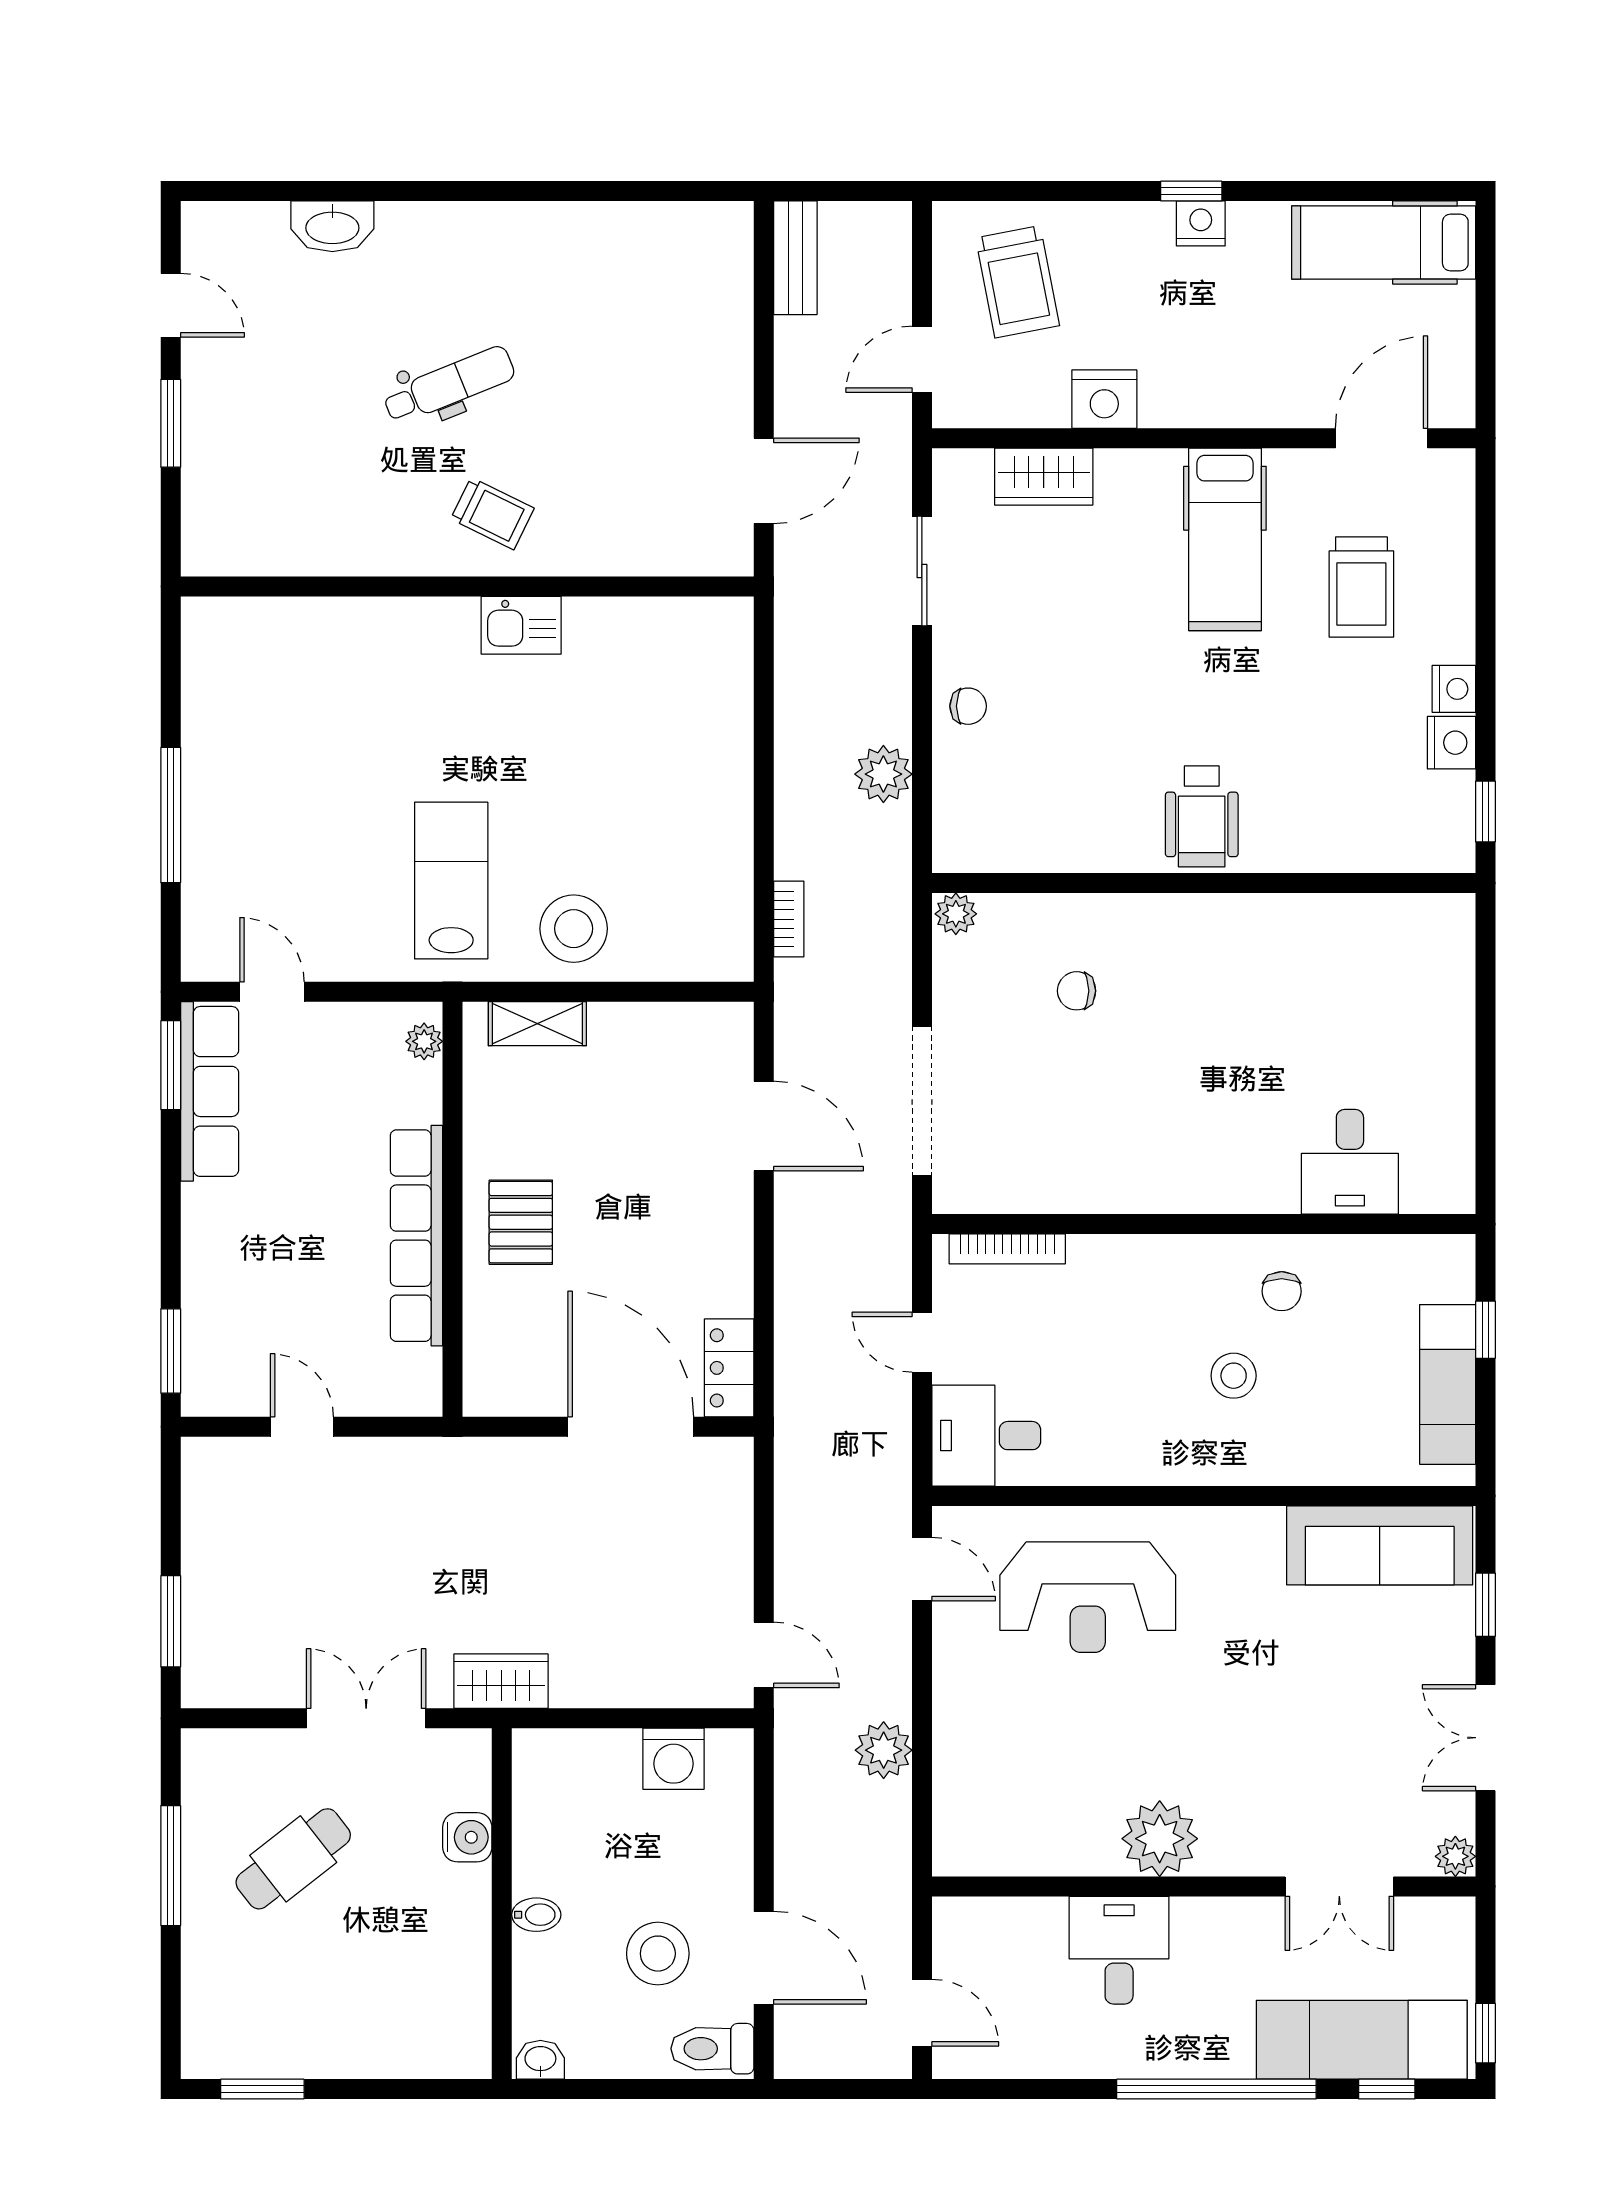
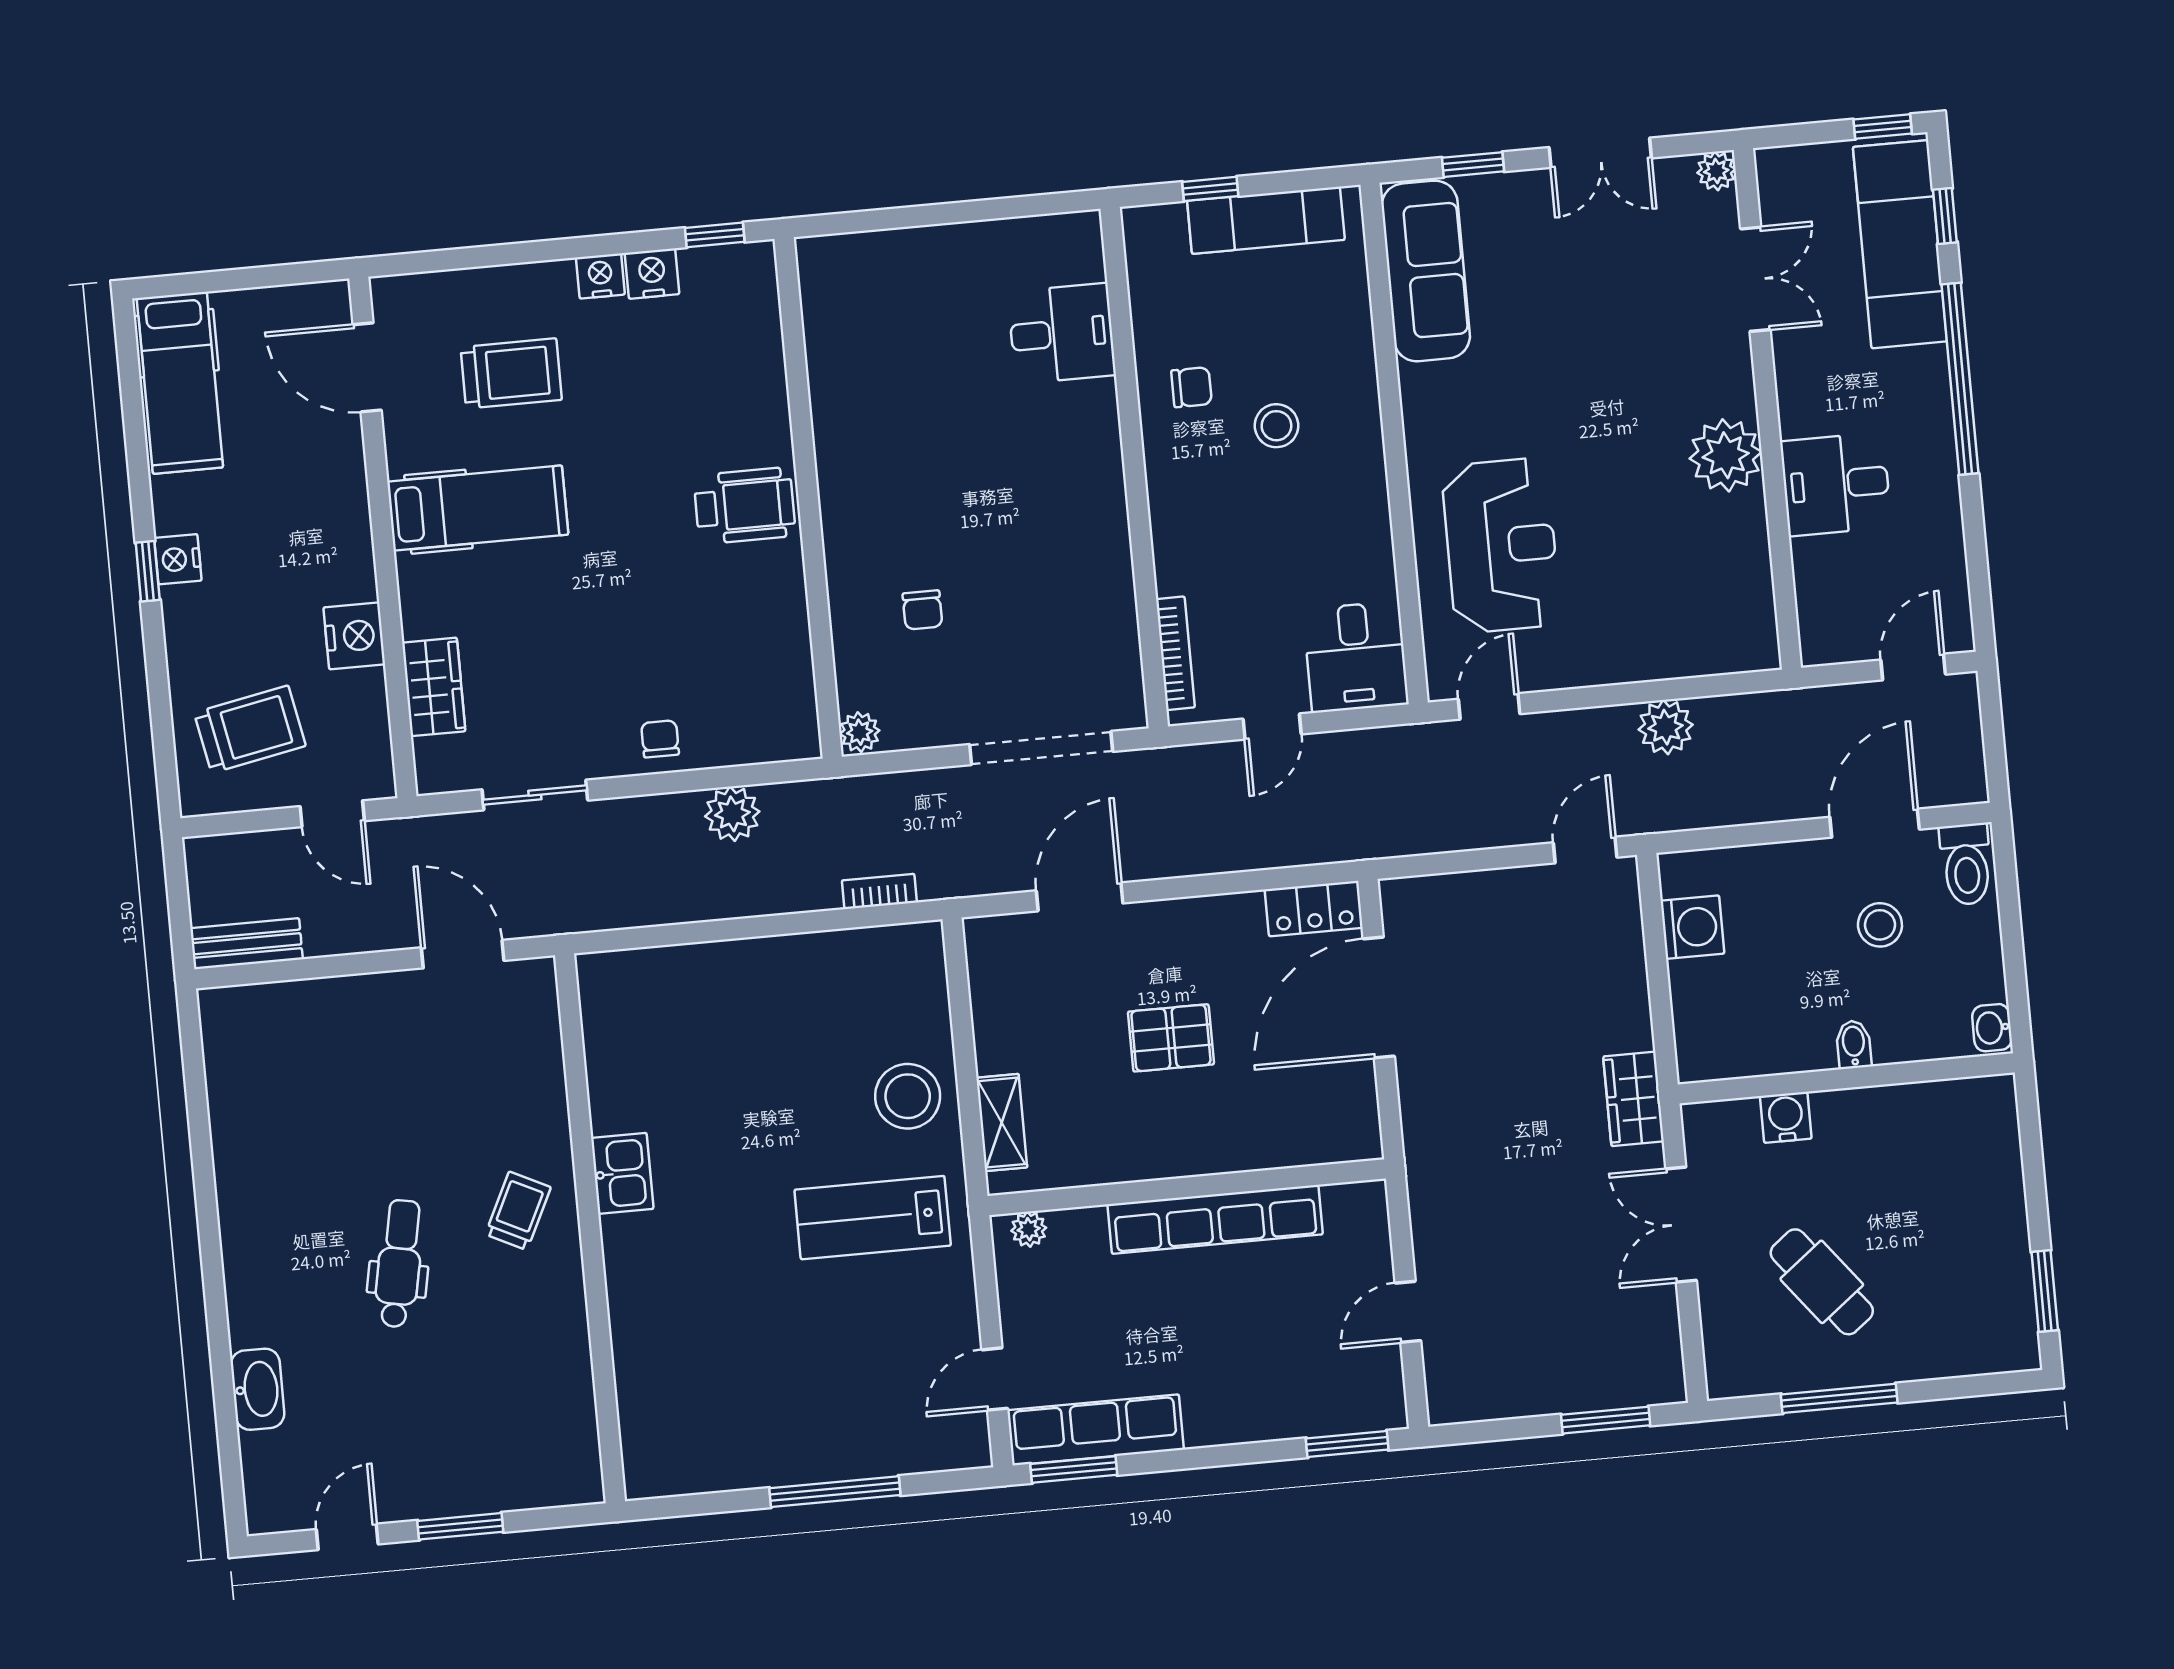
dental chair: (449, 385) -> (399, 1264), turned 33
pallet: (521, 1222) -> (1171, 1038), moved
stool: (658, 1954) -> (1880, 925), width x0.73, depth x0.73

